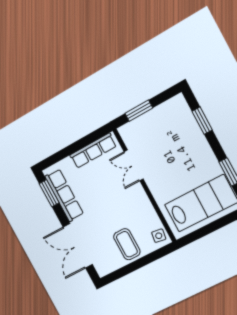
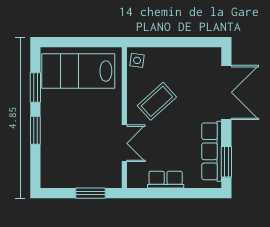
window: (202, 121) -> (35, 130), moved
row of seats: (93, 151) -> (166, 180), width x0.68
coffee table: (127, 244) -> (157, 101), moved, turned 48

